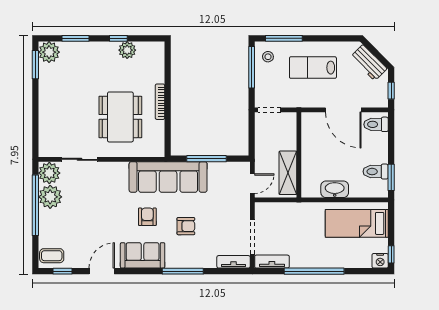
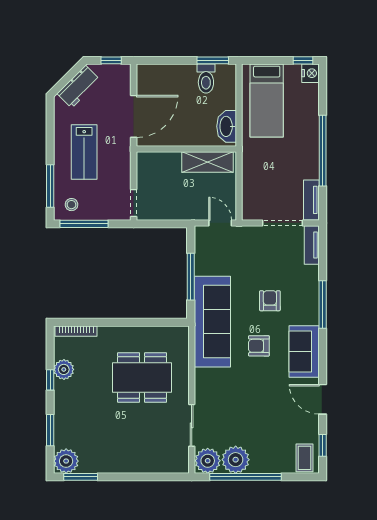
bookcase: (160, 102) -> (76, 331), moved
toilet: (376, 124) -> (151, 78), removed
wall: (299, 155) -> (186, 149), moved
shelving: (288, 173) -> (207, 162), moved

